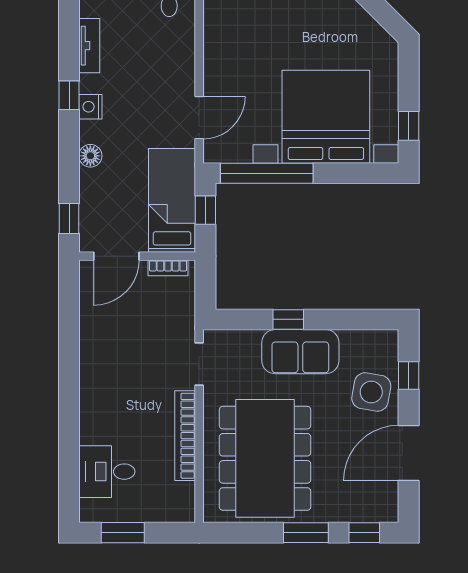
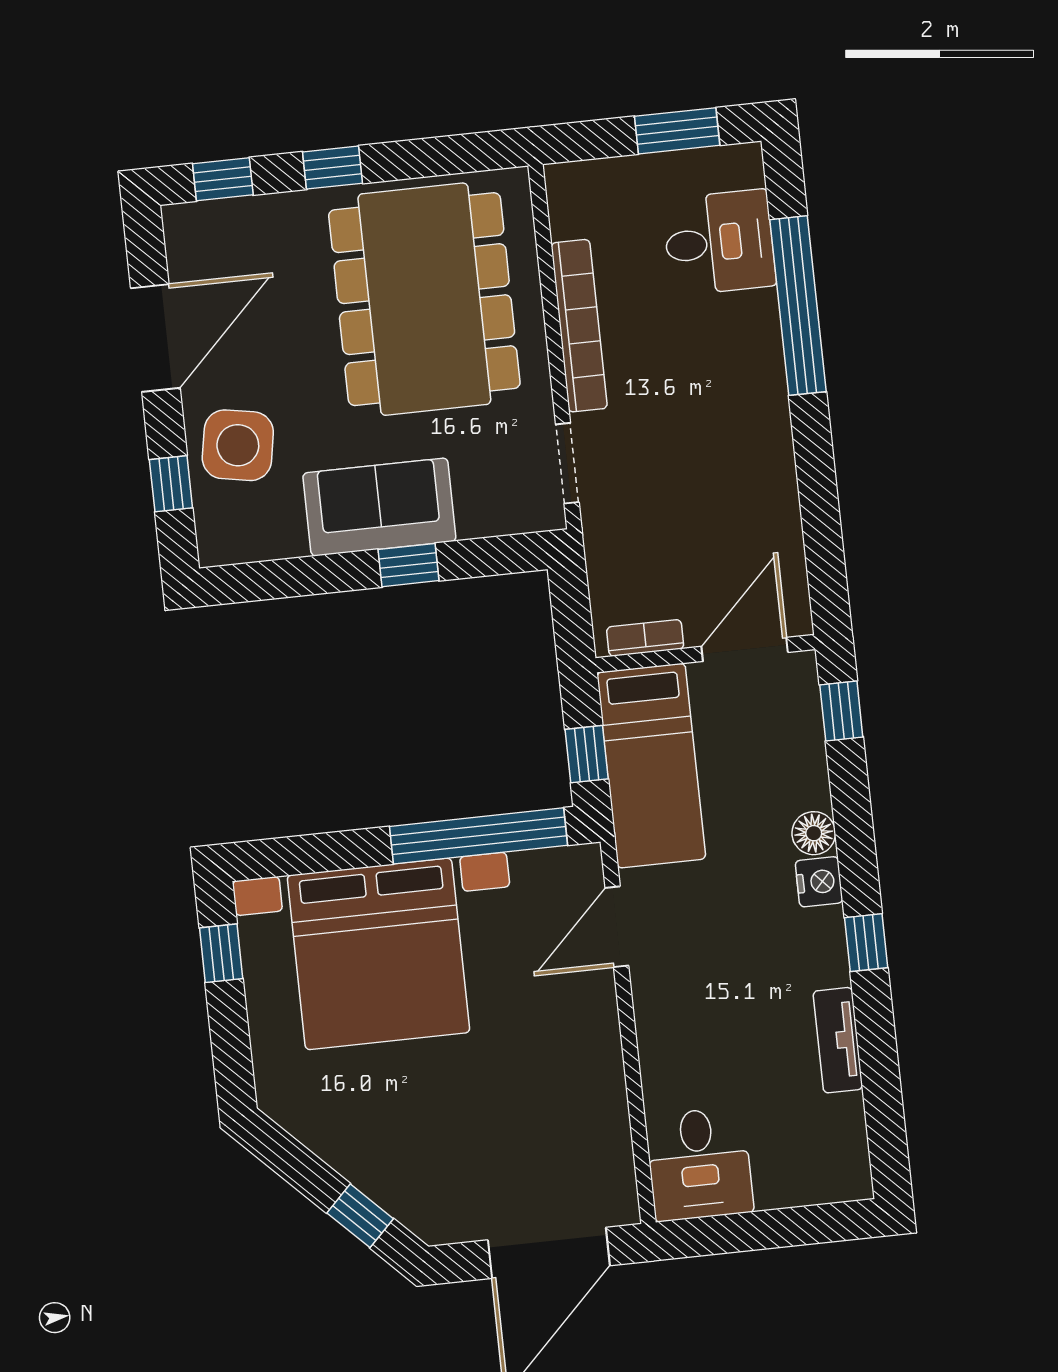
nightstand: (90, 107) -> (819, 882), moved
window: (69, 434) -> (798, 306), added
window: (306, 533) -> (333, 168), width x0.67

